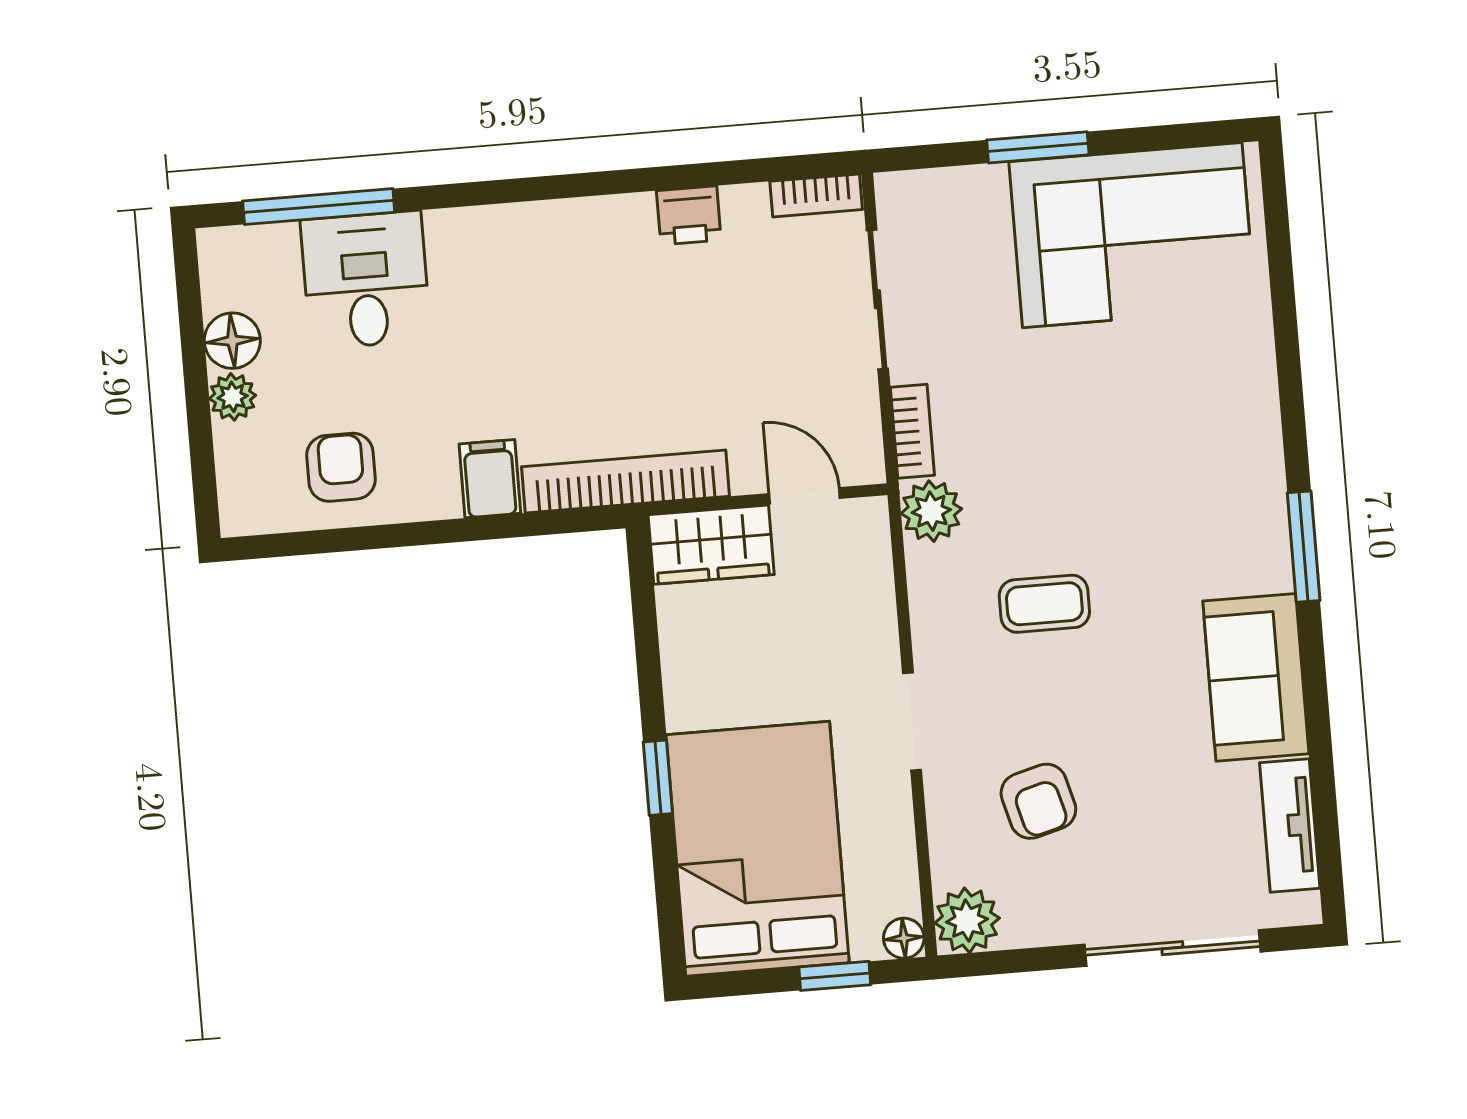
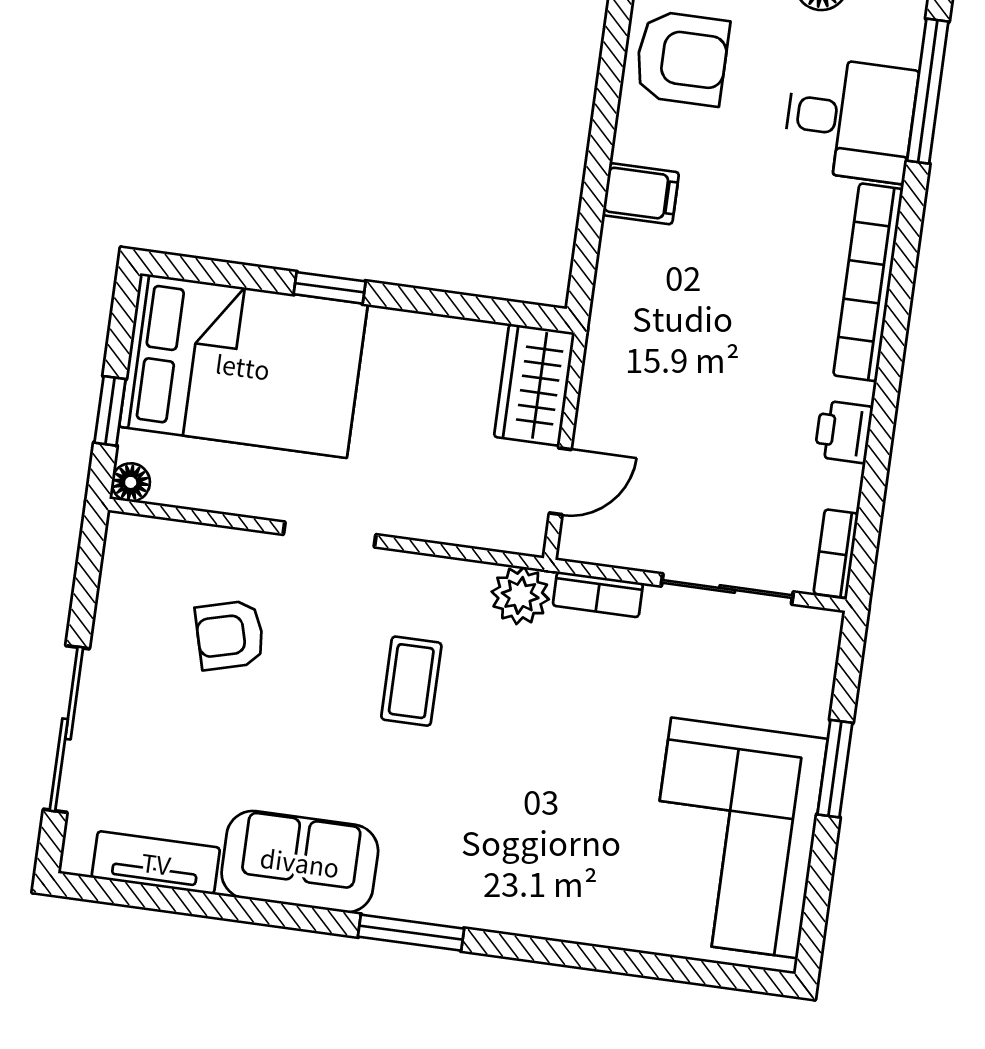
armchair: (341, 467) -> (682, 58), width x1.38, depth x1.38
bookcase: (626, 481) -> (868, 282), moved, turned 180
plant: (967, 920) -> (134, 545), removed

